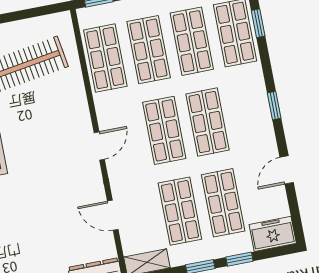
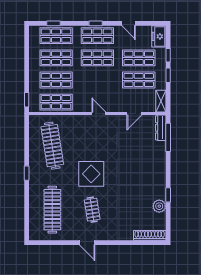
shop shelf: (164, 130) -> (97, 36), moved

